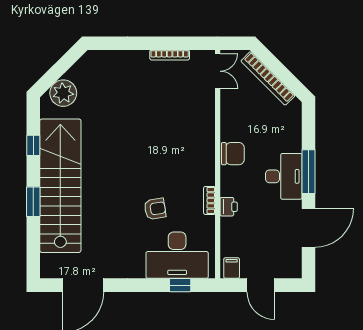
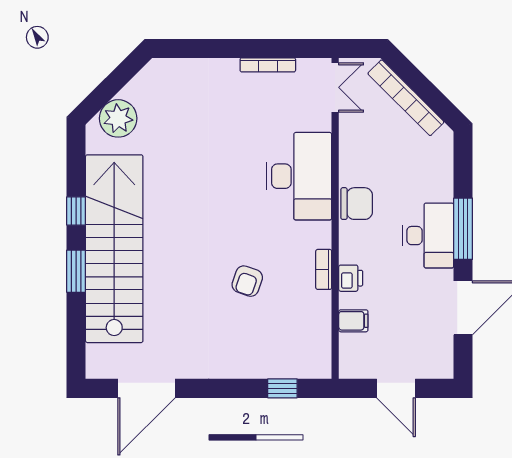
window: (33, 145) -> (76, 211), moved
armchair: (155, 209) -> (247, 281), turned 118
desk: (177, 255) -> (299, 176), moved, turned -90
filing cabinet: (232, 268) -> (353, 321), moved, turned 90

